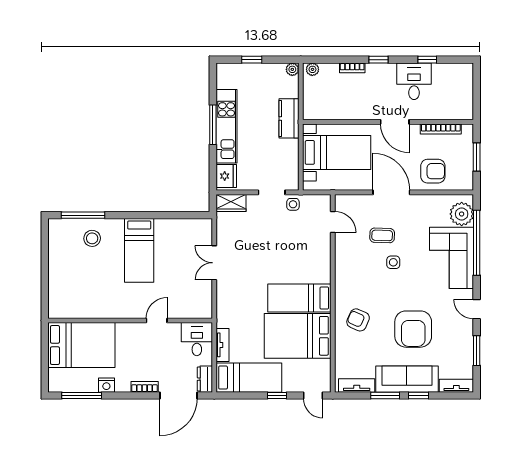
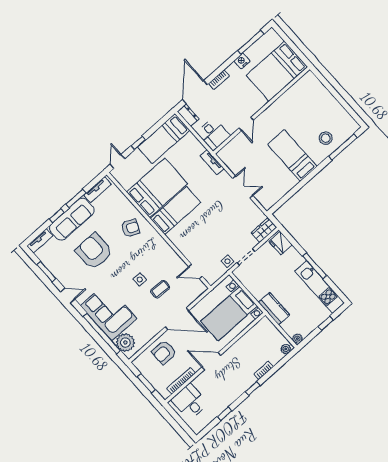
desk: (414, 81) -> (190, 402), moved, turned 180
kitchen unit: (227, 126) -> (319, 287), moved
tv unit: (222, 345) -> (212, 162), moved
door: (313, 395) -> (117, 161), hinge flipped

